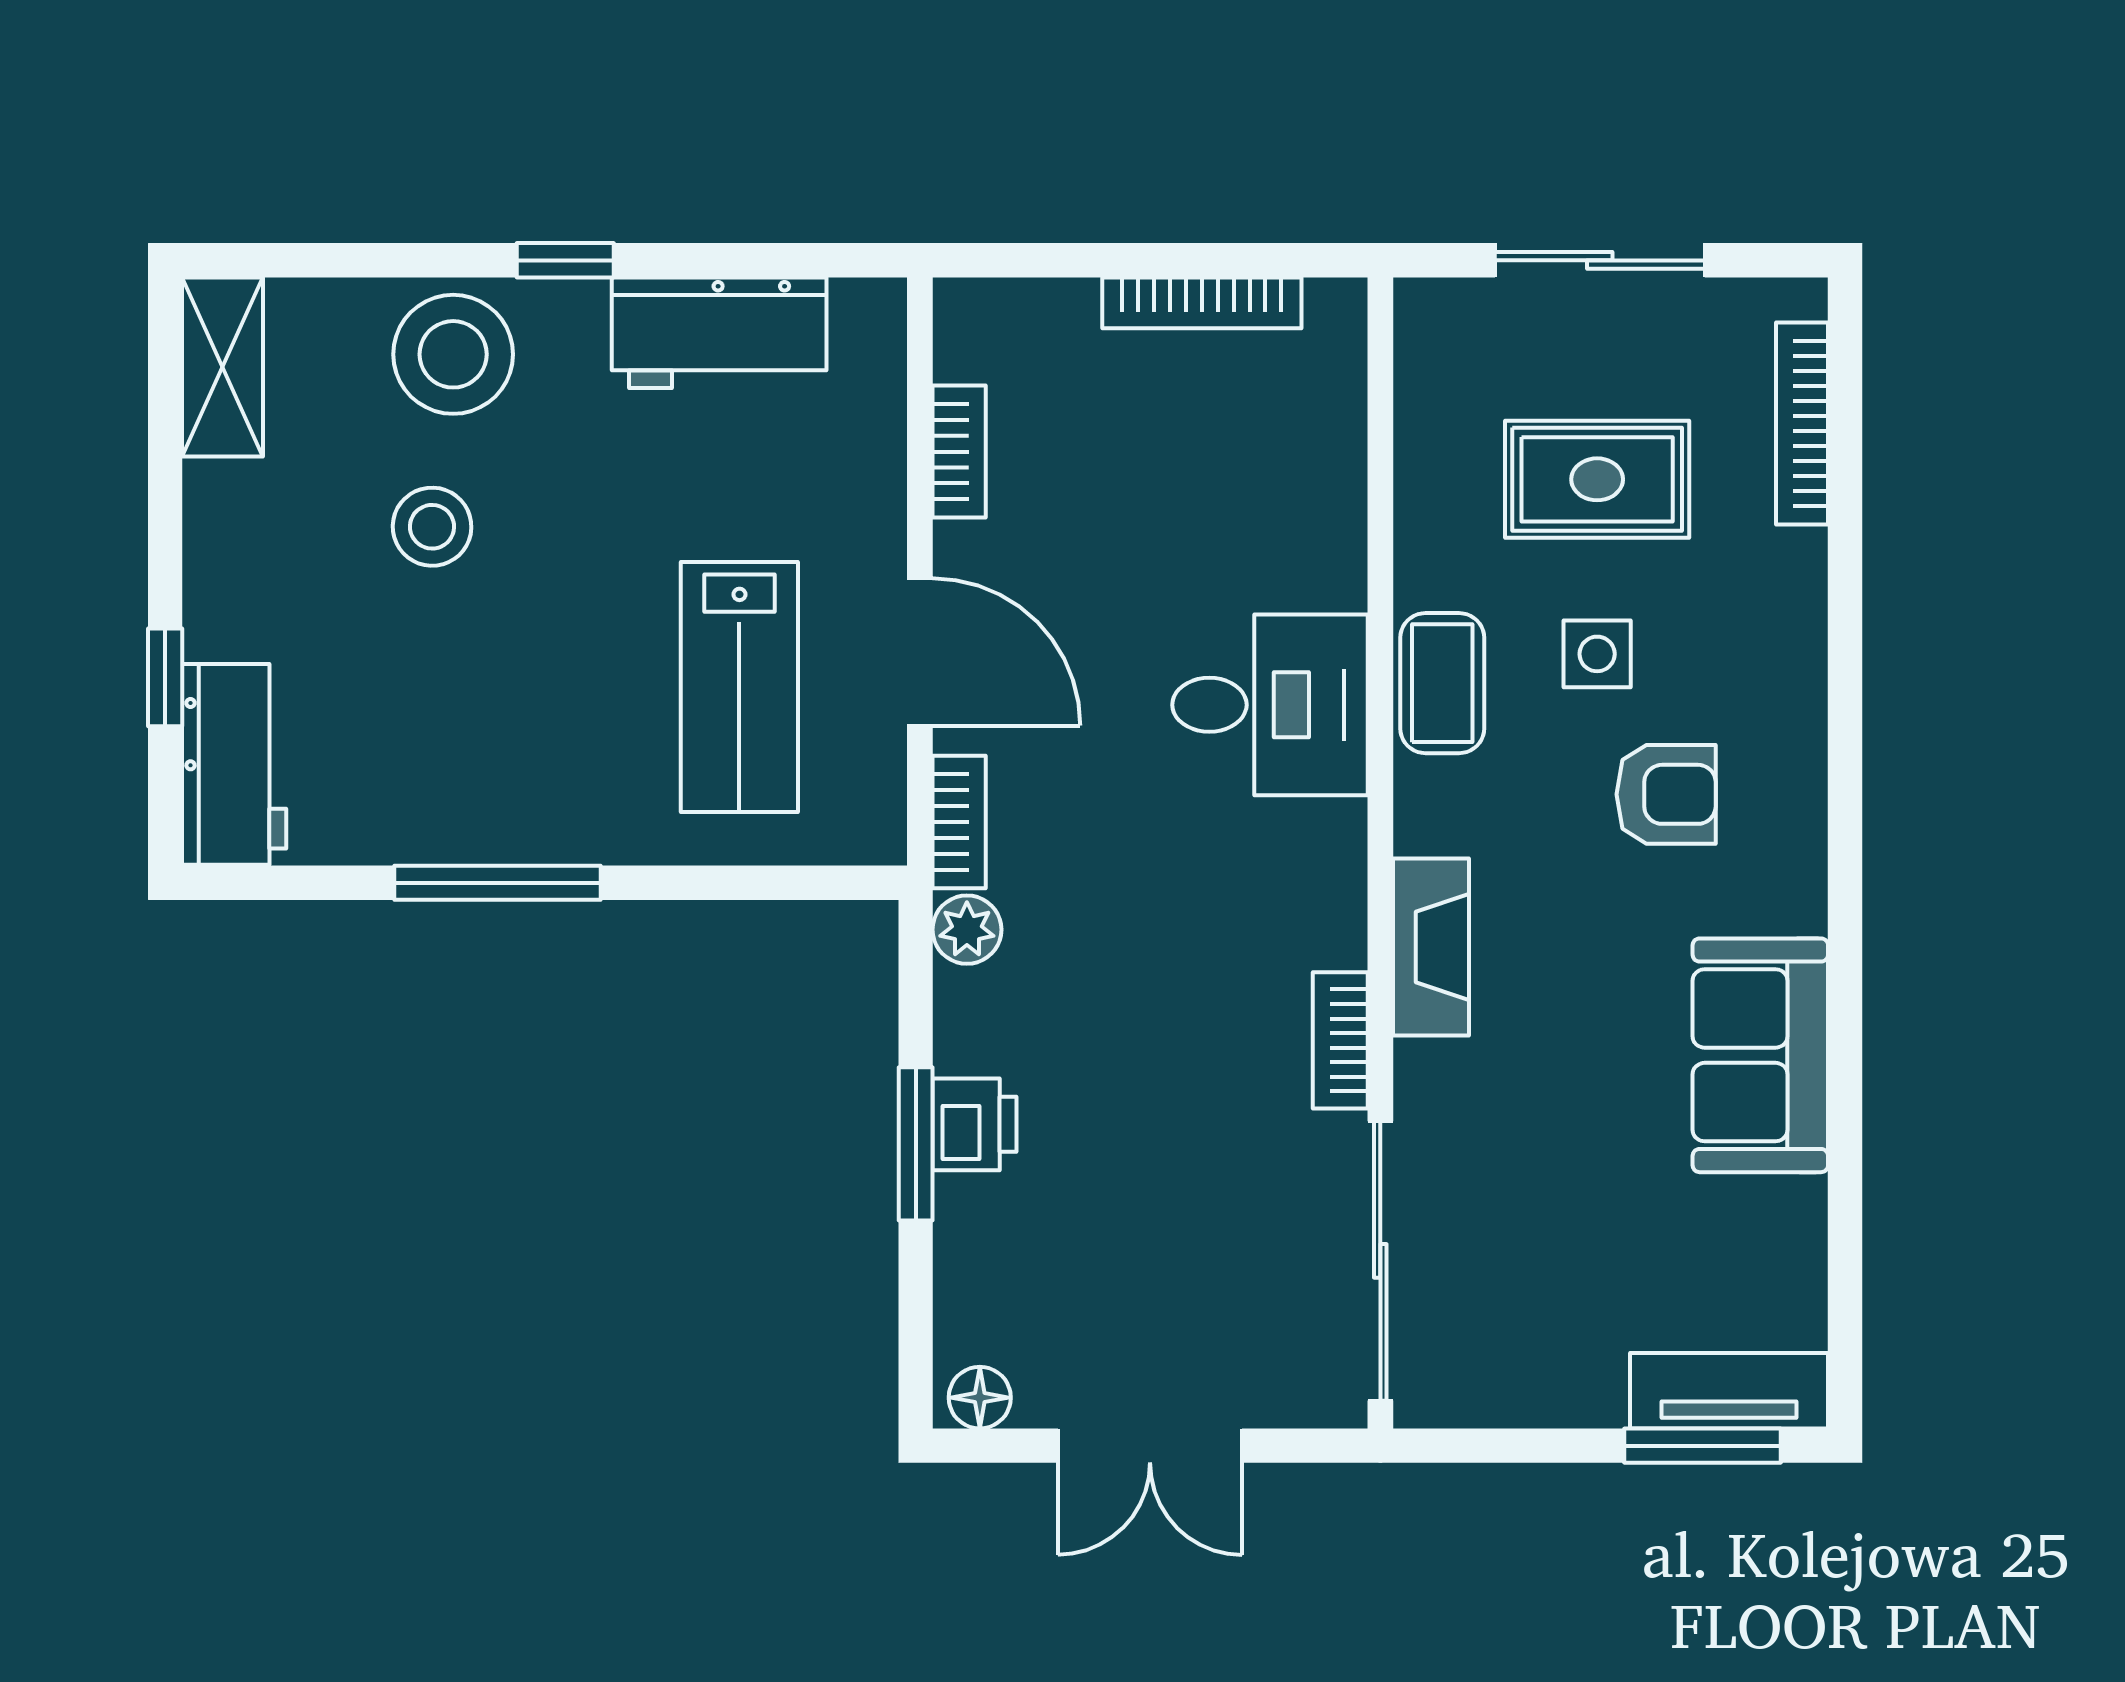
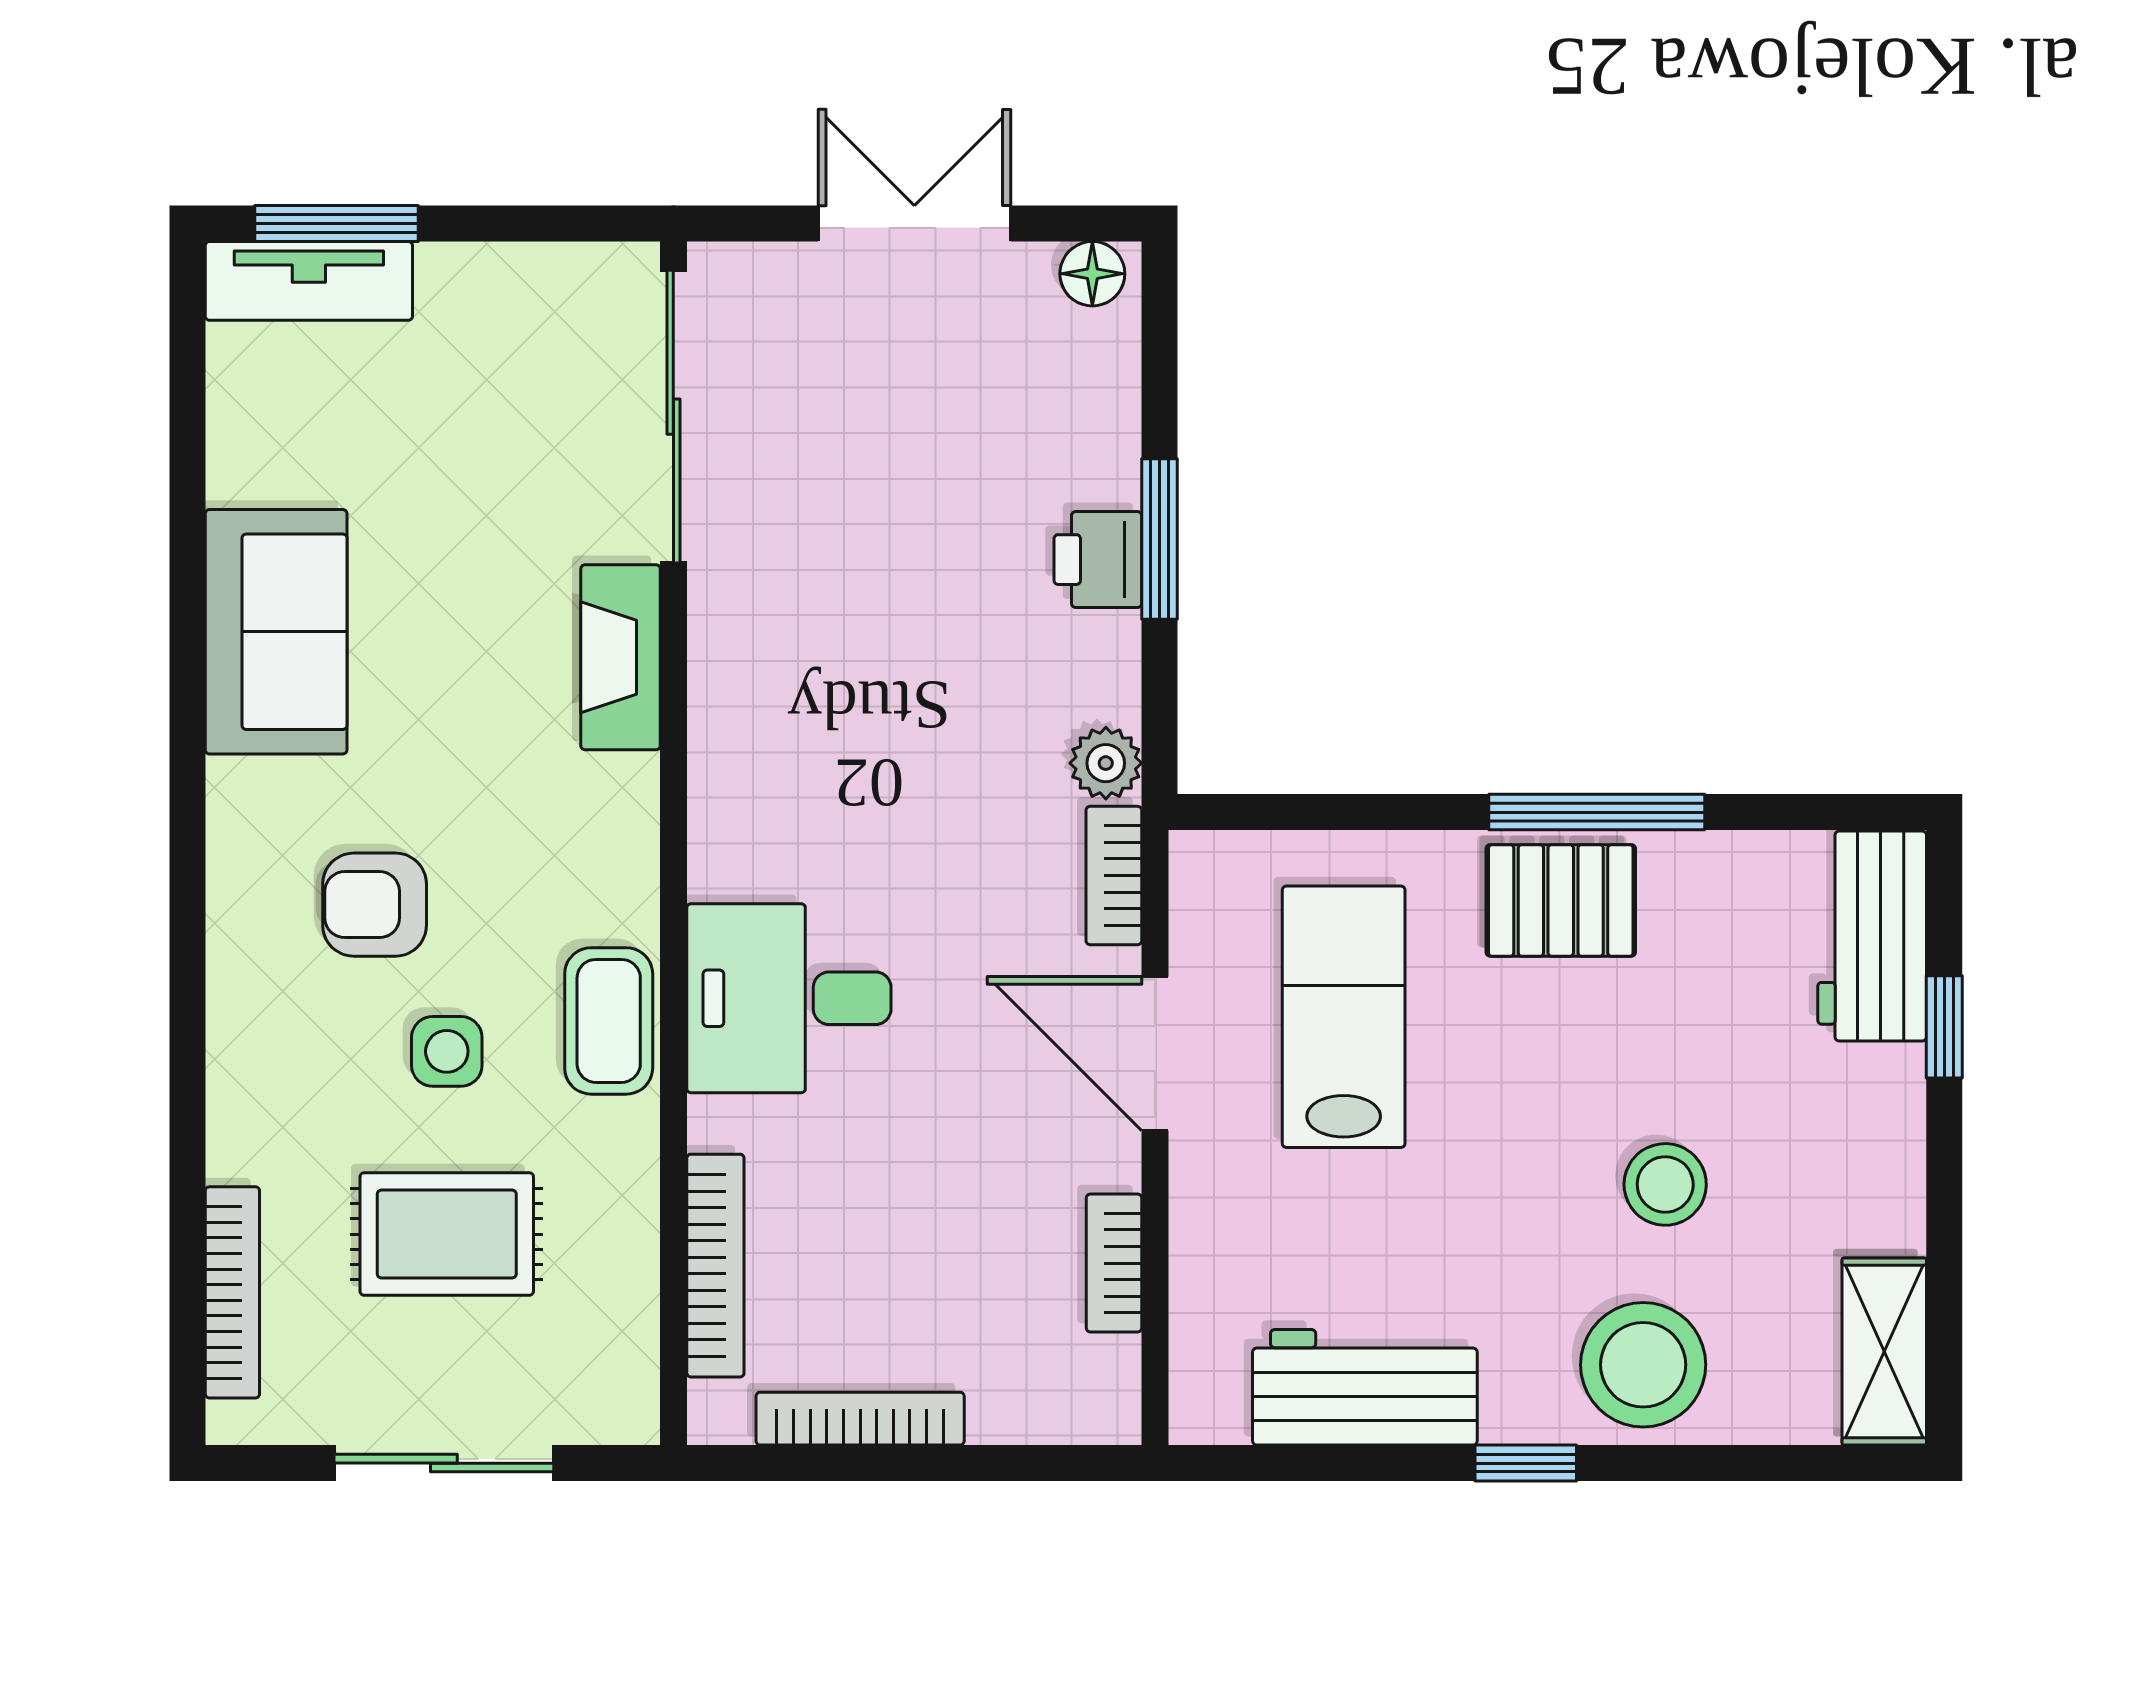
pallet: (532, 798) -> (1561, 900), added
fireplace: (1431, 947) -> (621, 657), moved
bookcase: (1340, 1040) -> (715, 1266), moved, width x1.56

